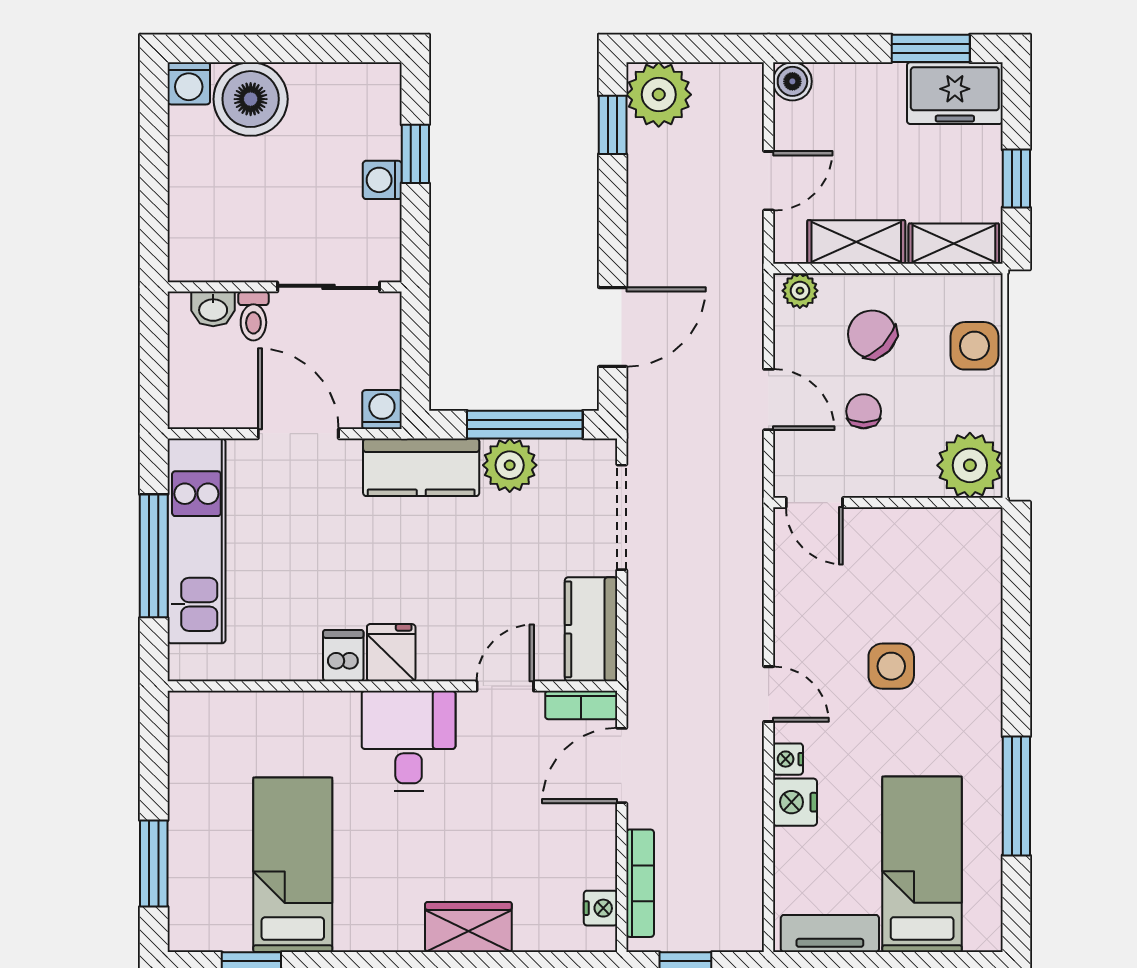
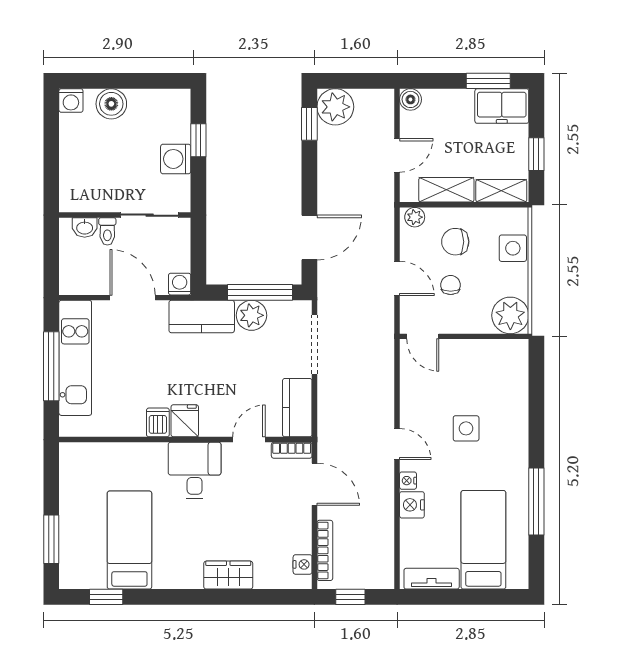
boiler: (251, 99) -> (111, 104), width x0.73, depth x0.73
washing machine: (382, 180) -> (176, 159), width x1.38, depth x1.38
chair: (872, 334) -> (455, 242), turned -44
door: (622, 766) -> (314, 484), swing flipped

